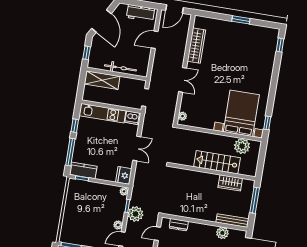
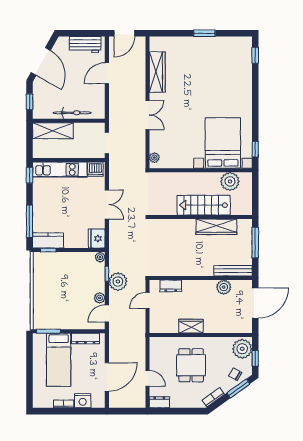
window: (75, 126) -> (30, 175), moved
wardrobe: (230, 183) -> (216, 227), width x1.50

